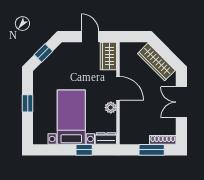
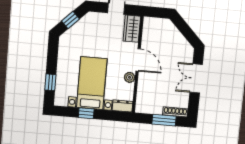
wardrobe: (156, 62) -> (177, 38), removed
window: (28, 103) -> (50, 82), moved
window: (84, 150) -> (86, 113), moved

